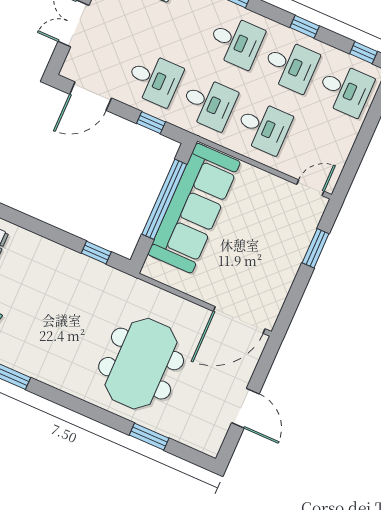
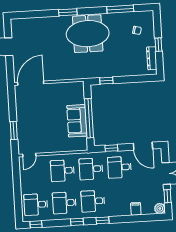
window: (305, 27) -> (77, 222), moved
door: (91, 96) -> (143, 146), swing flipped
sofa: (194, 208) -> (77, 121), width x0.54, depth x0.79
meeting table: (141, 364) -> (88, 34), moved, turned 90
window: (149, 437) -> (68, 12), moved

